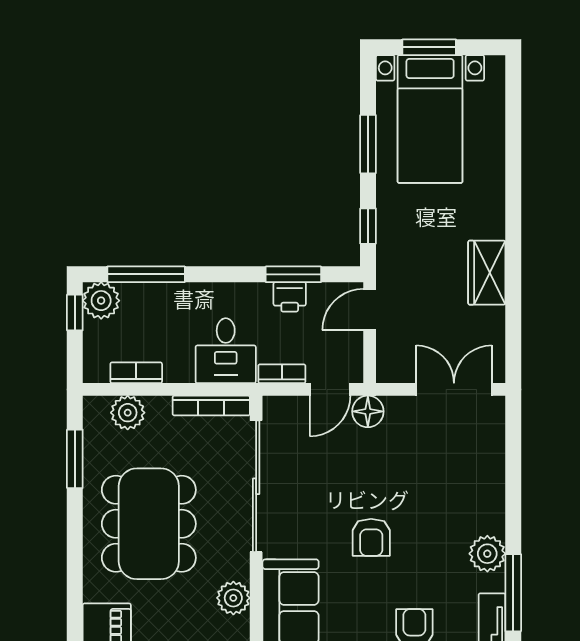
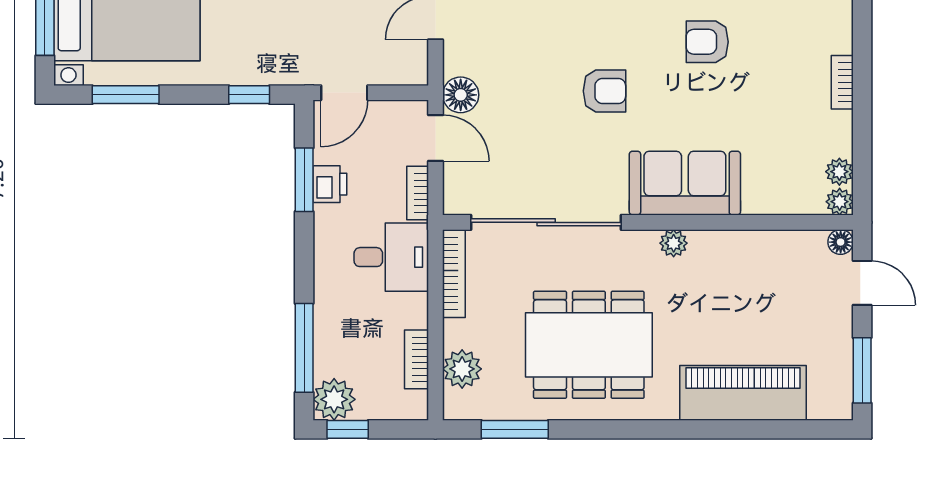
window: (368, 144) -> (126, 95), moved
door: (370, 309) -> (344, 93), hinge flipped
plant: (233, 598) -> (674, 243), width x0.73, depth x0.73

